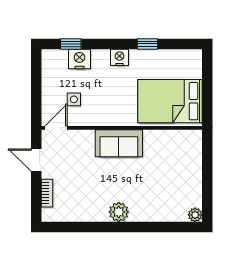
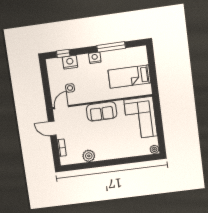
window: (147, 44) -> (111, 47), width x2.17
bed: (170, 101) -> (129, 77), width x0.67
corner sofa: (179, 162) -> (141, 118), added
plant: (119, 212) -> (89, 156), moved

